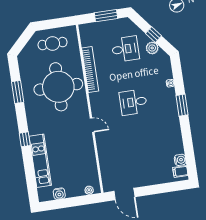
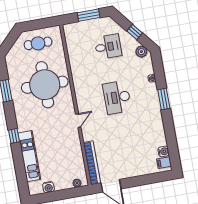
plant: (152, 48) -> (141, 52), moved
bookcase: (90, 70) -> (92, 163), moved
desk: (133, 102) -> (117, 97), width x1.37
door: (92, 125) -> (78, 121), hinge flipped

